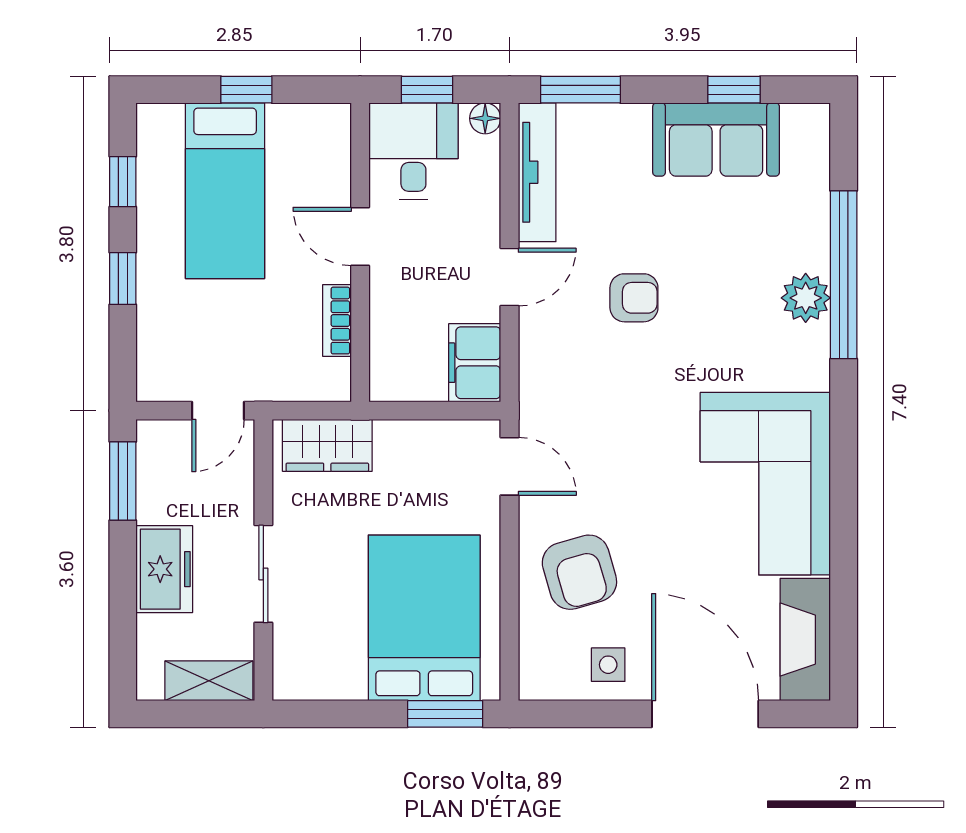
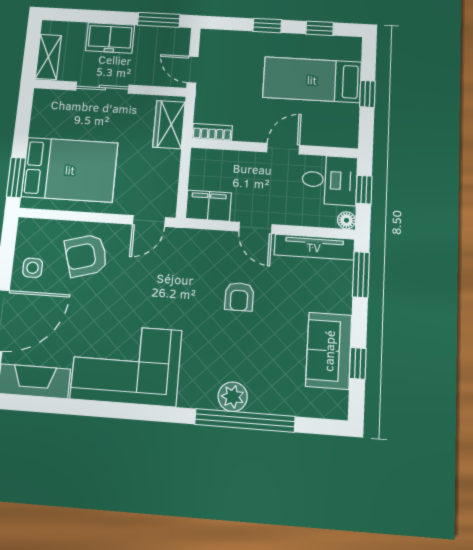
bookcase: (337, 321) -> (212, 132), moved

